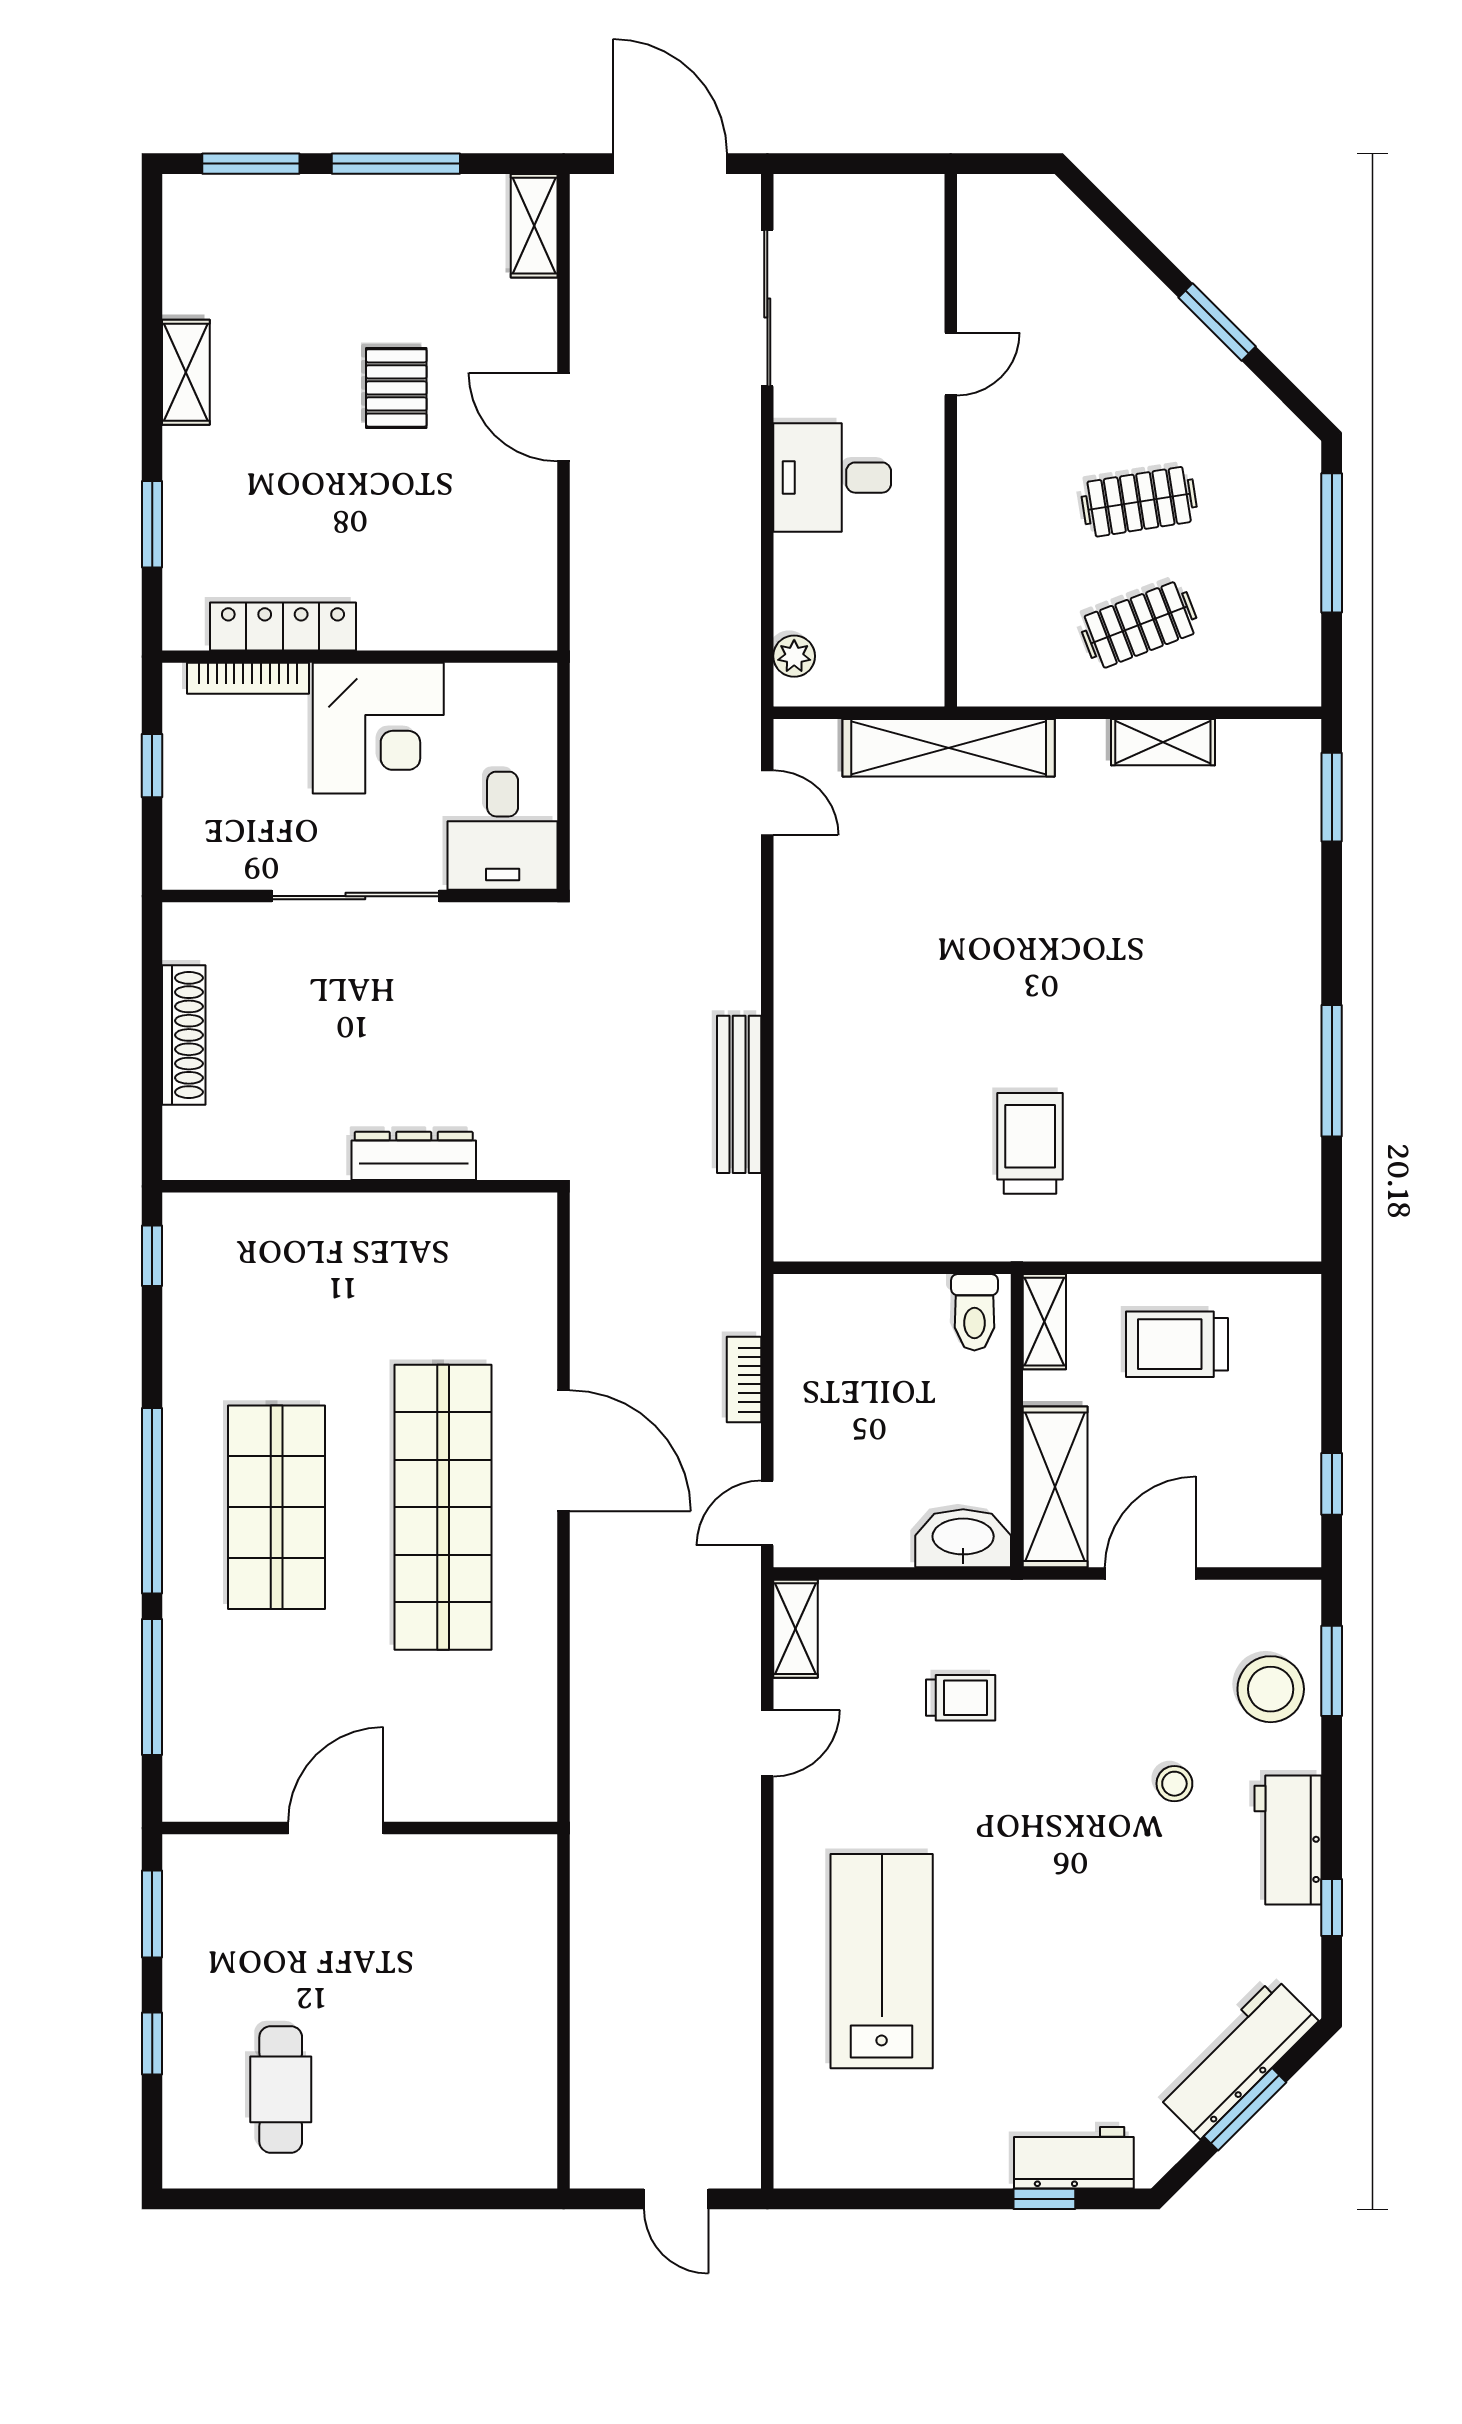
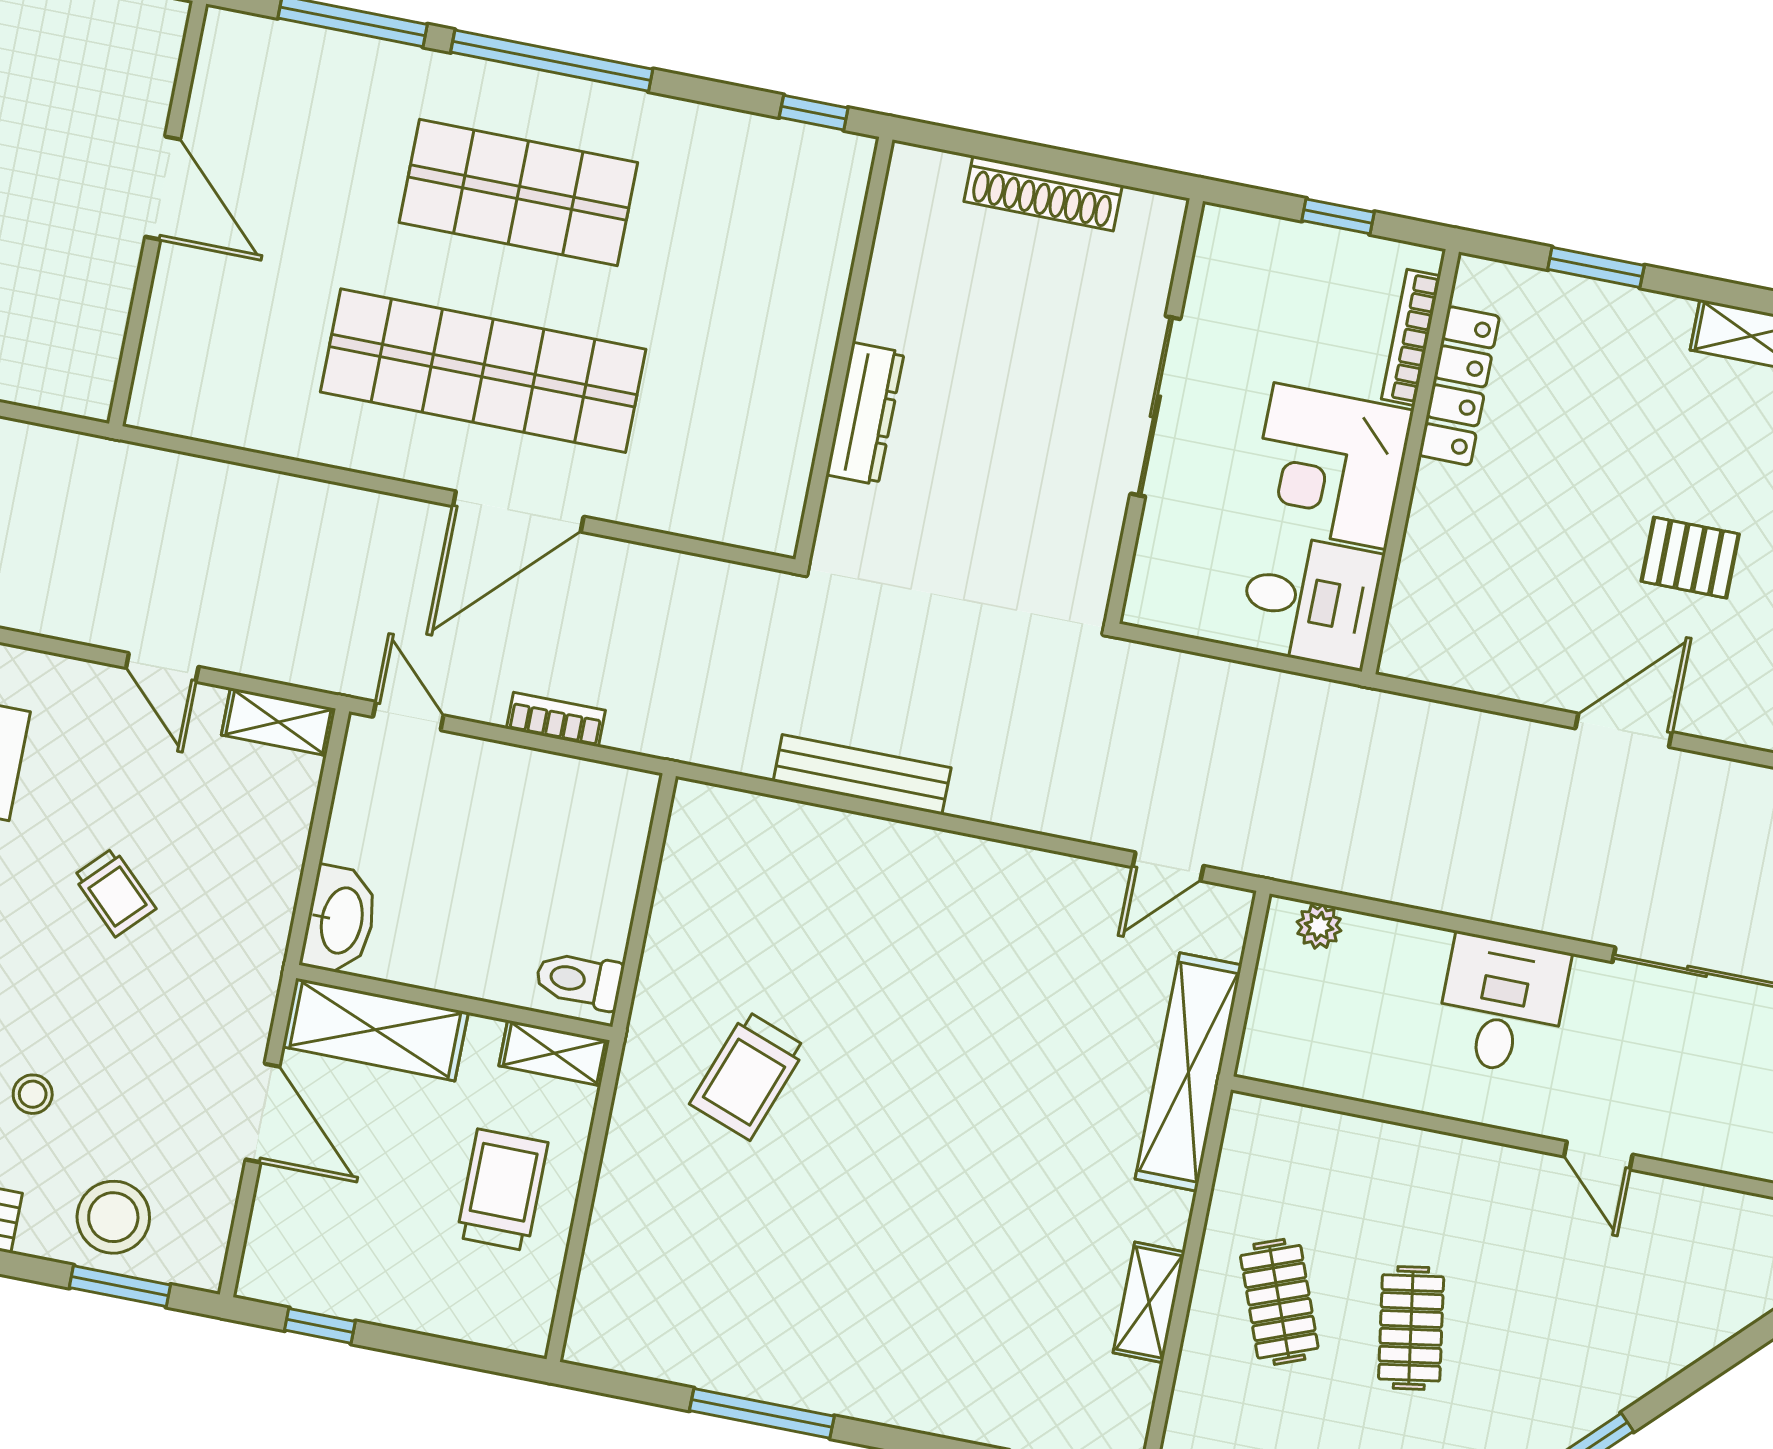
desk: (503, 831) -> (1310, 600), moved, turned 180
trolley: (1030, 1143) -> (748, 1075), turned 110
trolley: (961, 1698) -> (114, 892), moved, turned -46

